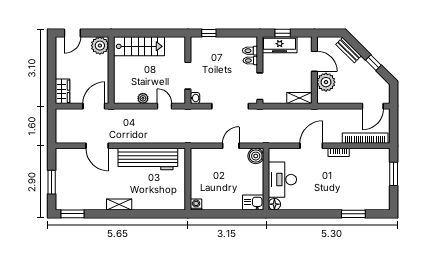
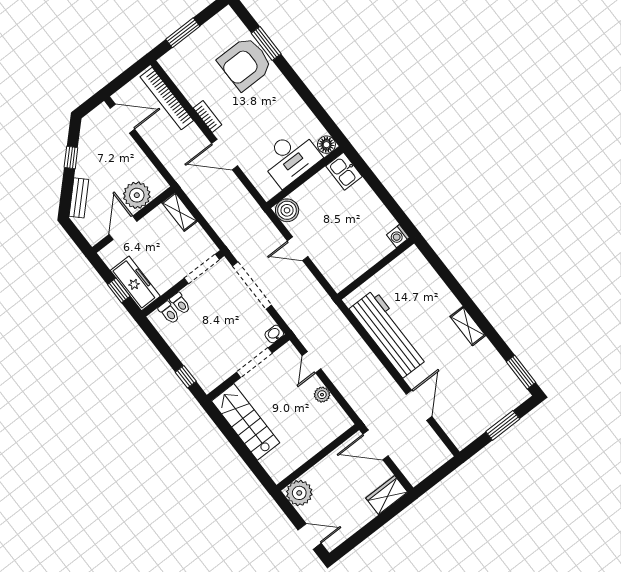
stairs: (139, 46) -> (246, 422), moved
armchair: (351, 194) -> (245, 64), added

